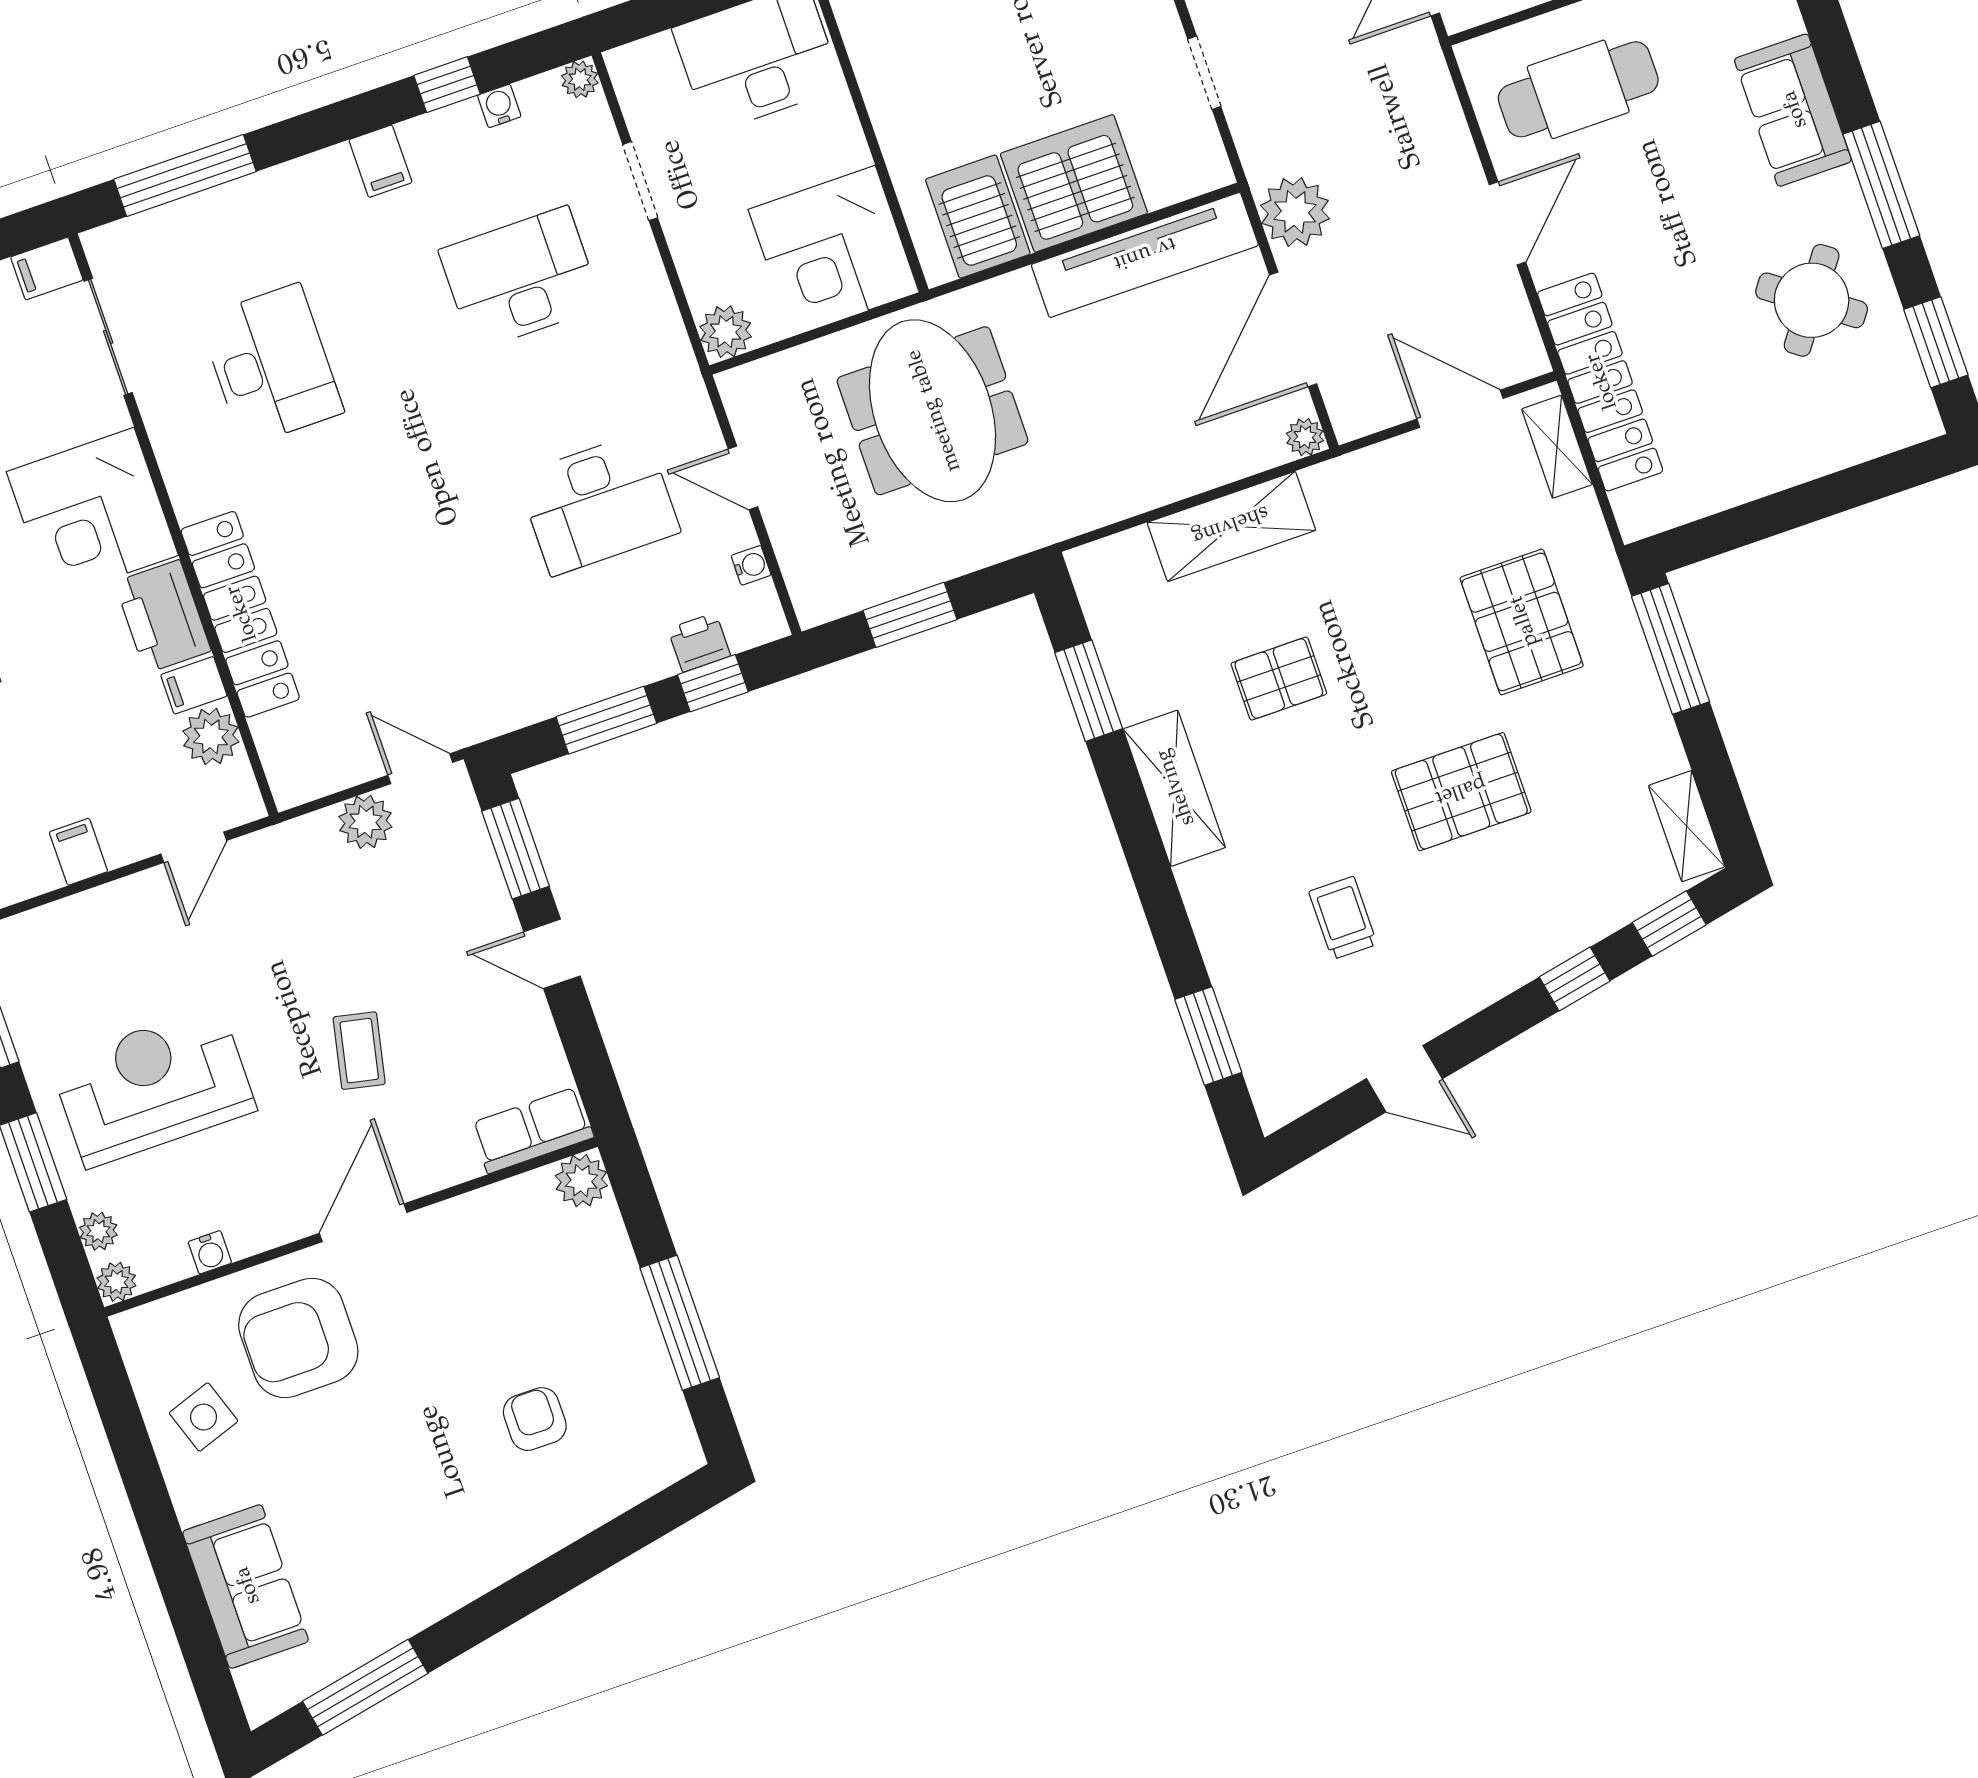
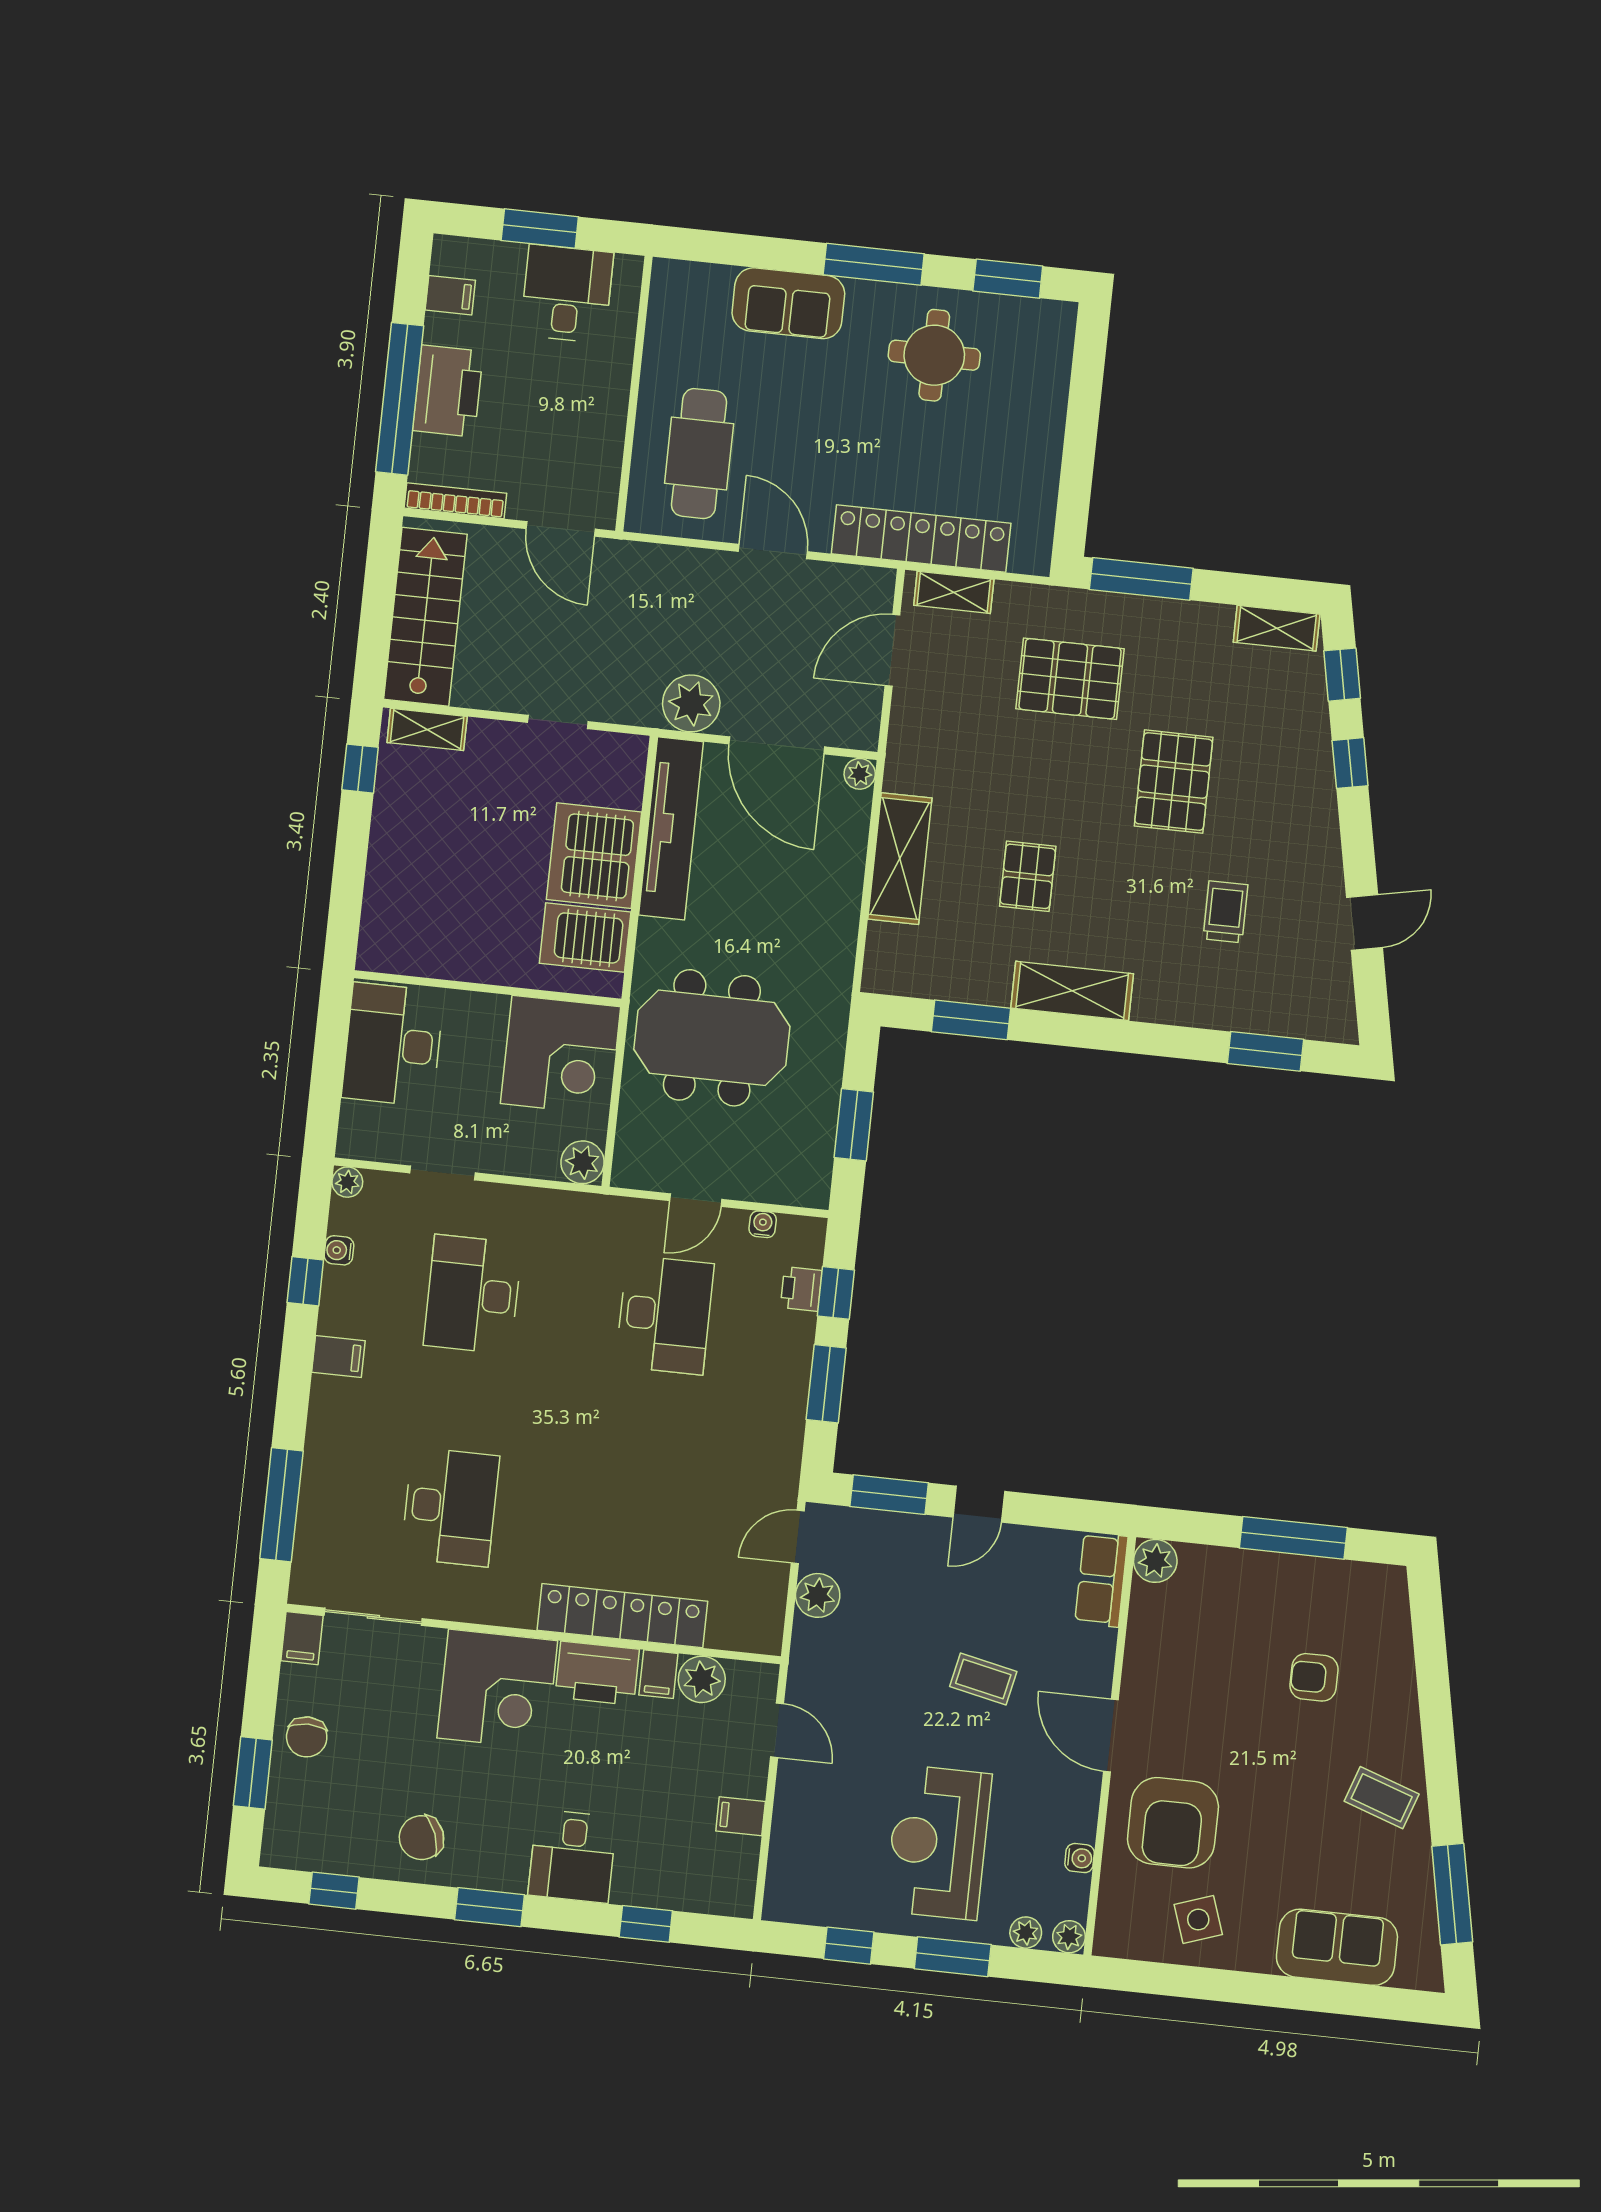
round table: (1812, 300) -> (934, 355), turned -36
desk: (271, 365) -> (450, 1507), turned 90
trolley: (1343, 918) -> (1225, 912), turned 90
coffee table: (436, 1558) -> (1382, 1798), added

